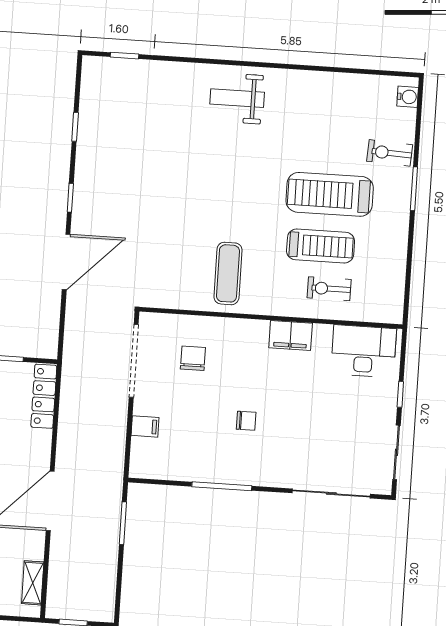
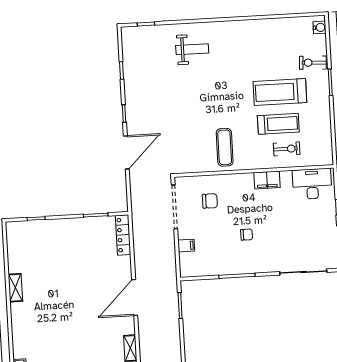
weight bench: (237, 98) -> (192, 49), moved, turned 180
exercise bike: (329, 289) -> (287, 149), turned 180
chair: (193, 358) -> (210, 201), turned 90

